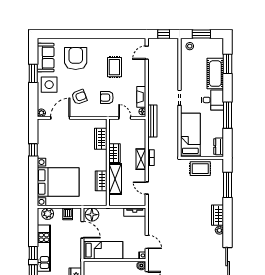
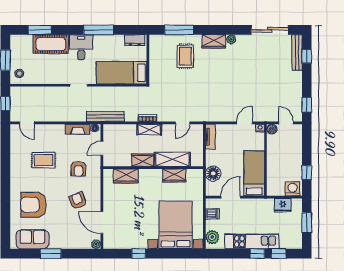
side table: (49, 85) -> (64, 235), removed
rug: (200, 169) -> (185, 56), moved
floor lamp: (92, 215) -> (213, 173), moved

